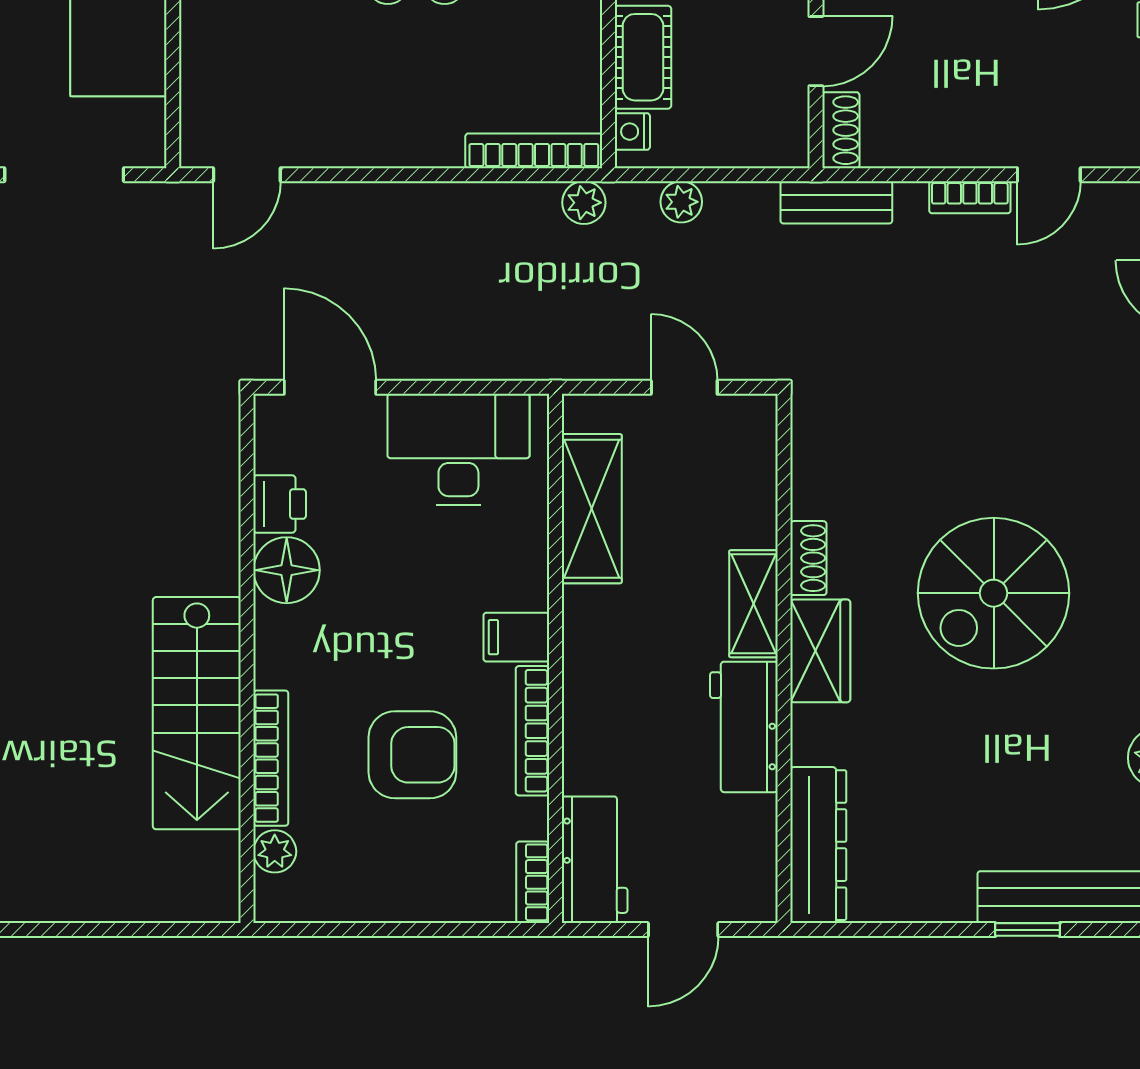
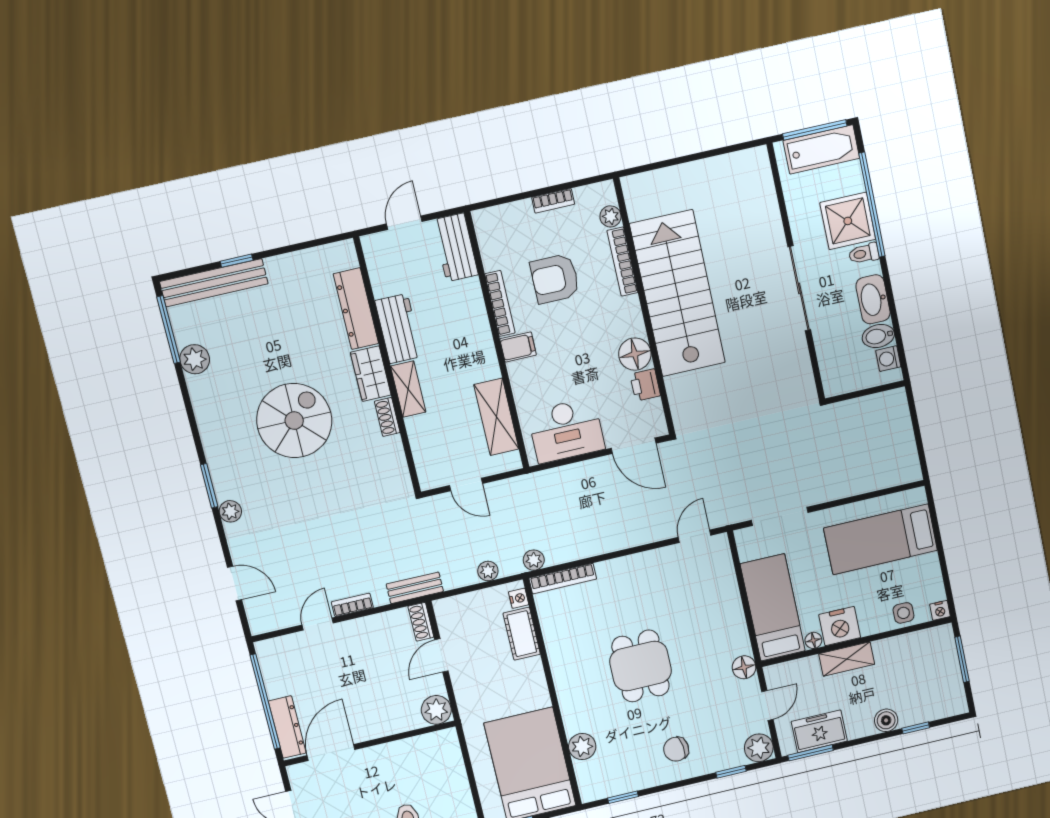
stairs: (197, 713) -> (678, 293), width x1.36, depth x1.51
dresser: (818, 845) -> (356, 309), moved
bookcase: (533, 882) -> (553, 201), moved, turned 90

